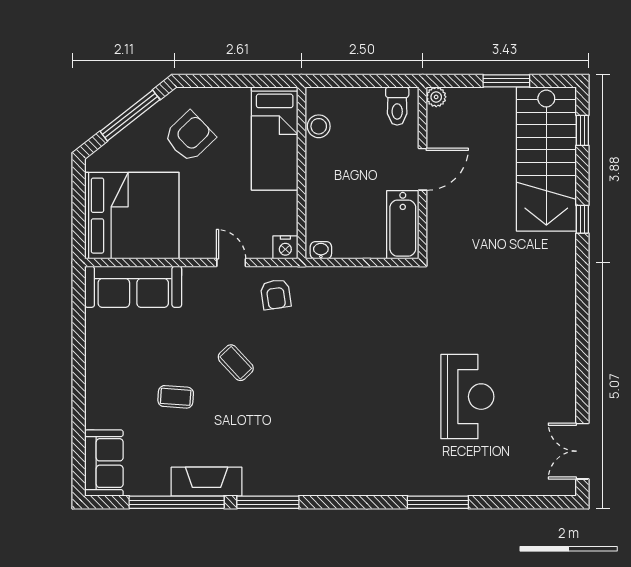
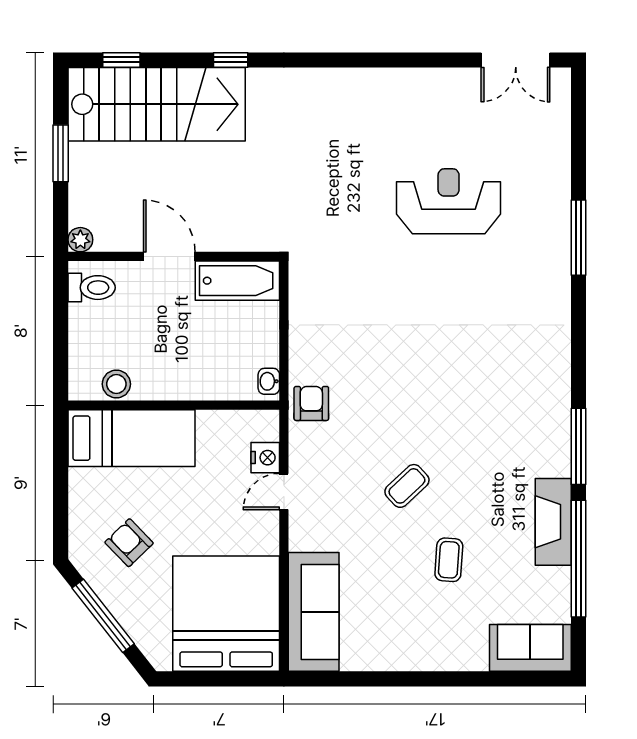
armchair: (190, 137) -> (129, 543), width x0.72, depth x0.72
nightstand: (285, 247) -> (265, 458), moved
armchair: (276, 294) -> (311, 403), moved, turned -82

